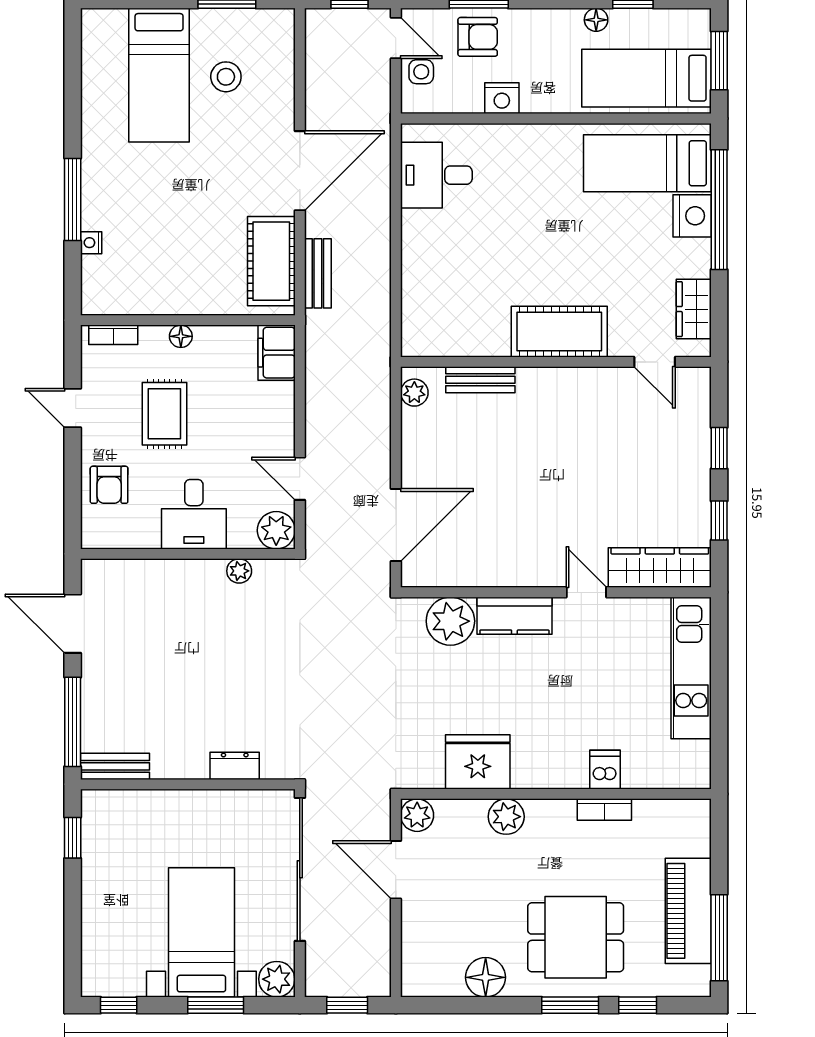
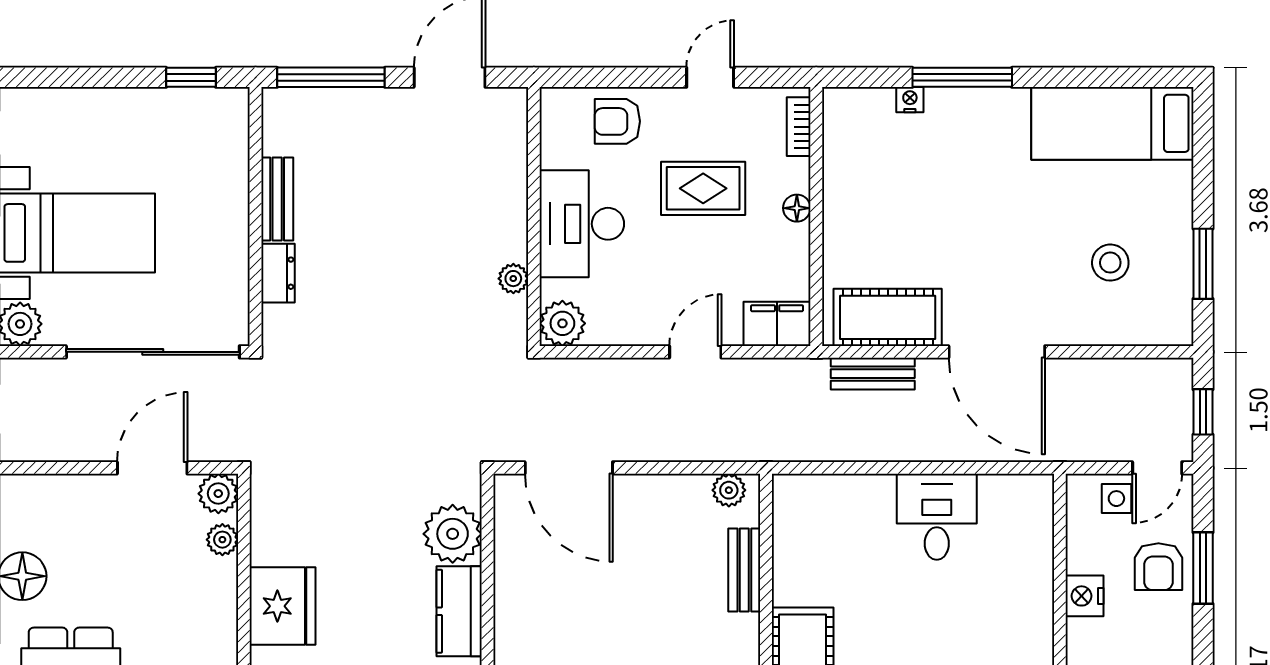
bed: (159, 75) -> (1112, 123), moved
desk: (436, 175) -> (937, 517), moved
door: (300, 479) -> (695, 352), moved
desk: (194, 514) -> (582, 224), width x1.37
fridge: (478, 762) -> (283, 606), moved
bench: (115, 766) -> (277, 199), moved
plant: (506, 817) -> (222, 540), moved, width x0.73, depth x0.73

